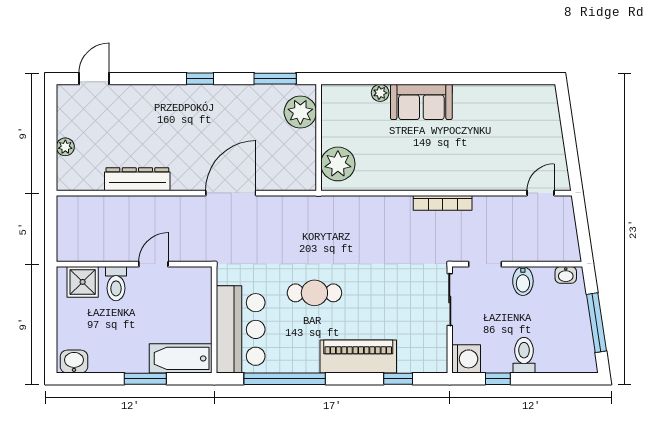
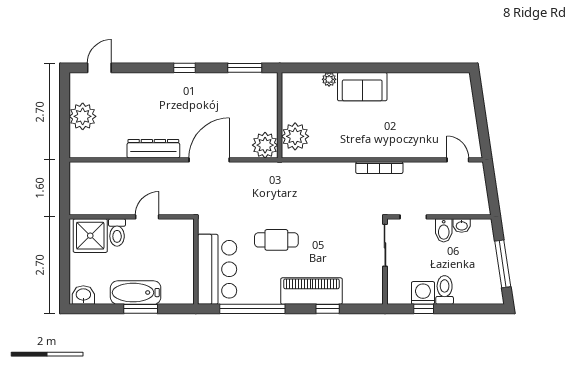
plant: (300, 112) -> (265, 145), moved
plant: (65, 147) -> (83, 116), width x1.88, depth x1.88
dresser: (137, 179) -> (153, 149), moved
door: (541, 193) -> (458, 160), hinge flipped
washbasin: (566, 275) -> (462, 226), moved
shower: (83, 282) -> (90, 236), width x1.36, depth x1.36
bathtub: (181, 358) -> (136, 293), moved
washing machine: (466, 359) -> (423, 293), moved, turned -90
window: (398, 379) -> (328, 309), moved

